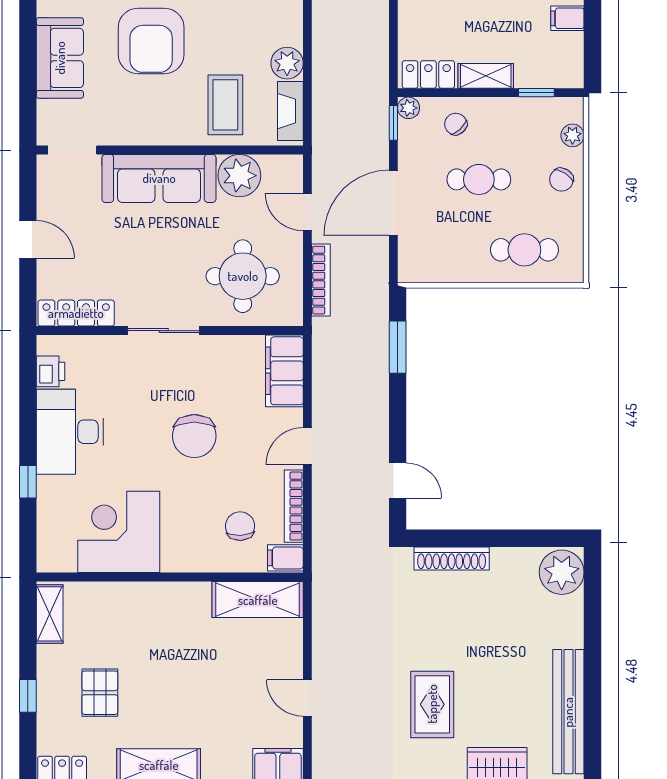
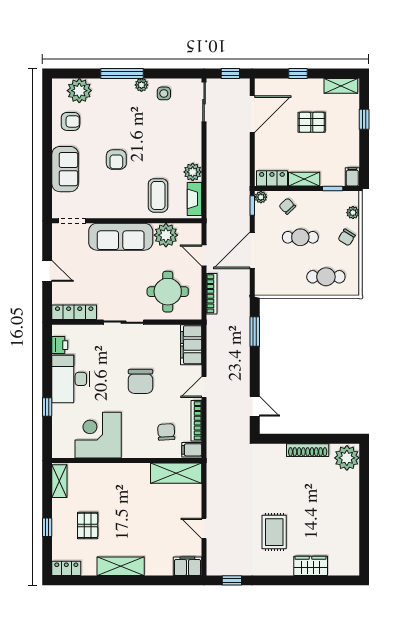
filing cabinet: (567, 18) -> (352, 177), moved, turned 90
armchair: (151, 41) -> (116, 160), width x0.53, depth x0.53
shoe rack: (452, 558) -> (308, 450), moved
bench: (568, 712) -> (351, 536), removed

